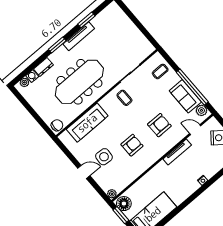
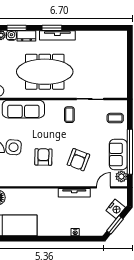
window: (86, 20) -> (17, 28), moved
tv unit: (79, 36) -> (57, 35), moved
armchair: (159, 125) -> (78, 160), turned 111
door: (195, 130) -> (104, 187), hinge flipped
armchair: (132, 145) -> (43, 157), turned -89

